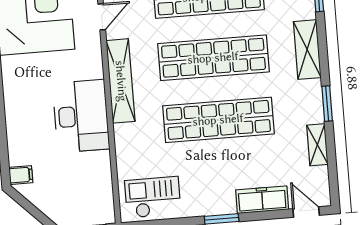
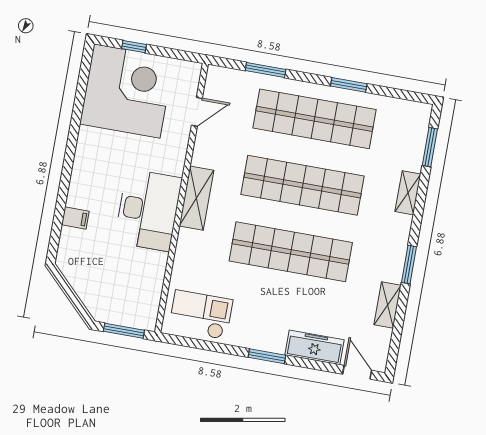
shelving: (307, 50) -> (408, 193), width x0.67, depth x0.75
shelving: (121, 81) -> (196, 198), width x0.68
filing cabinet: (21, 175) -> (75, 218), moved

